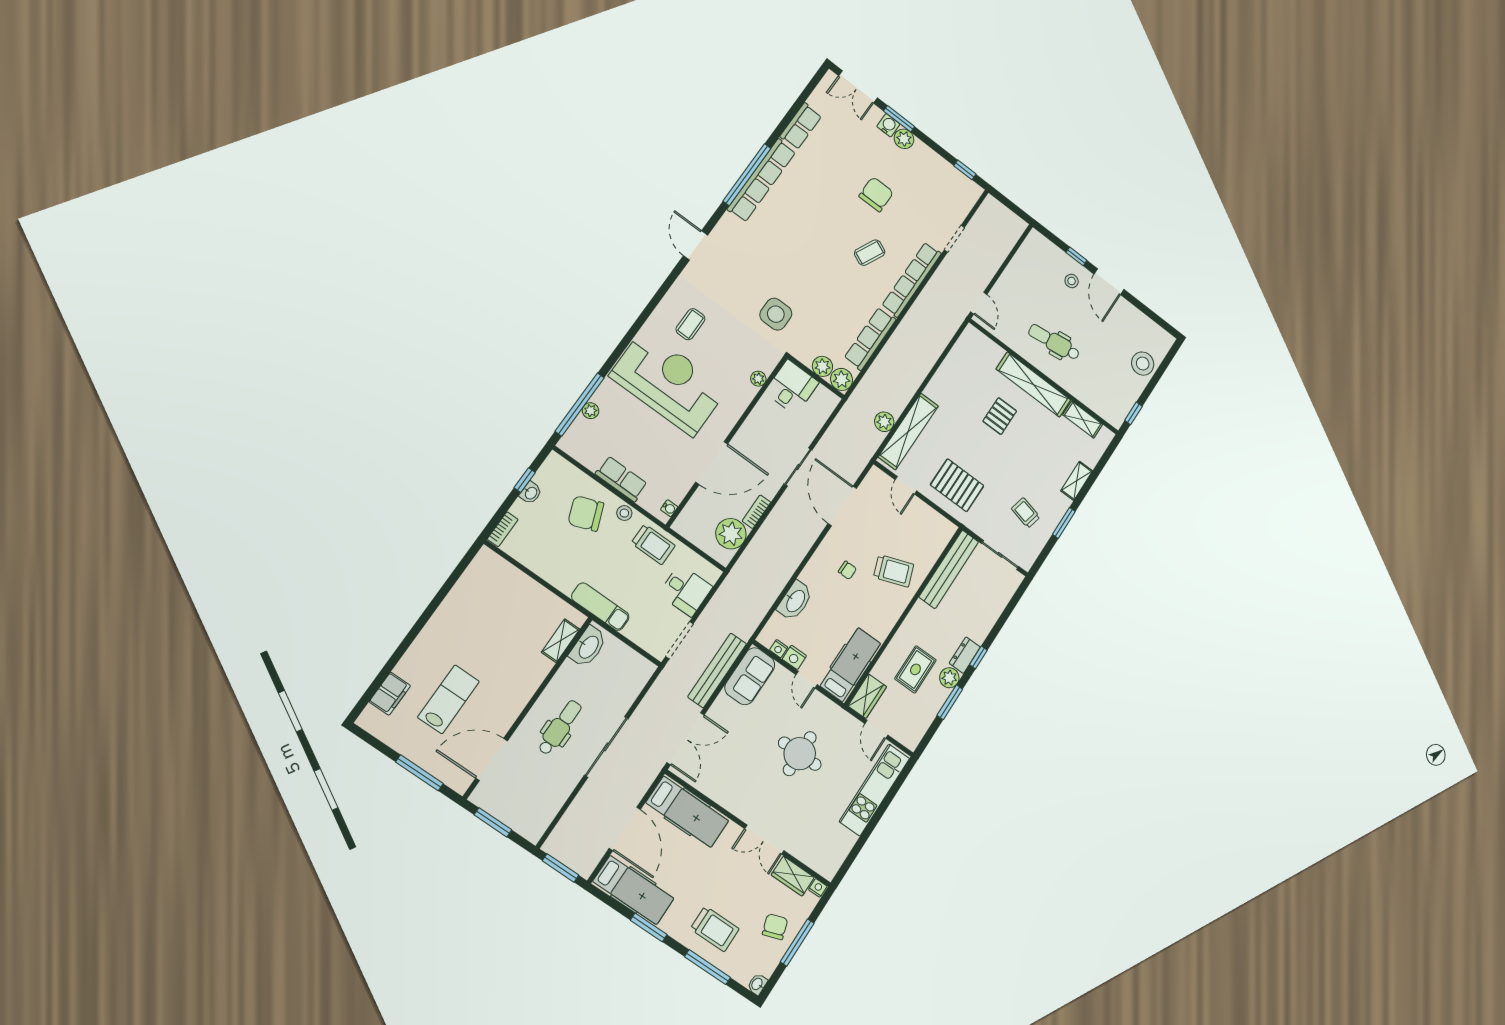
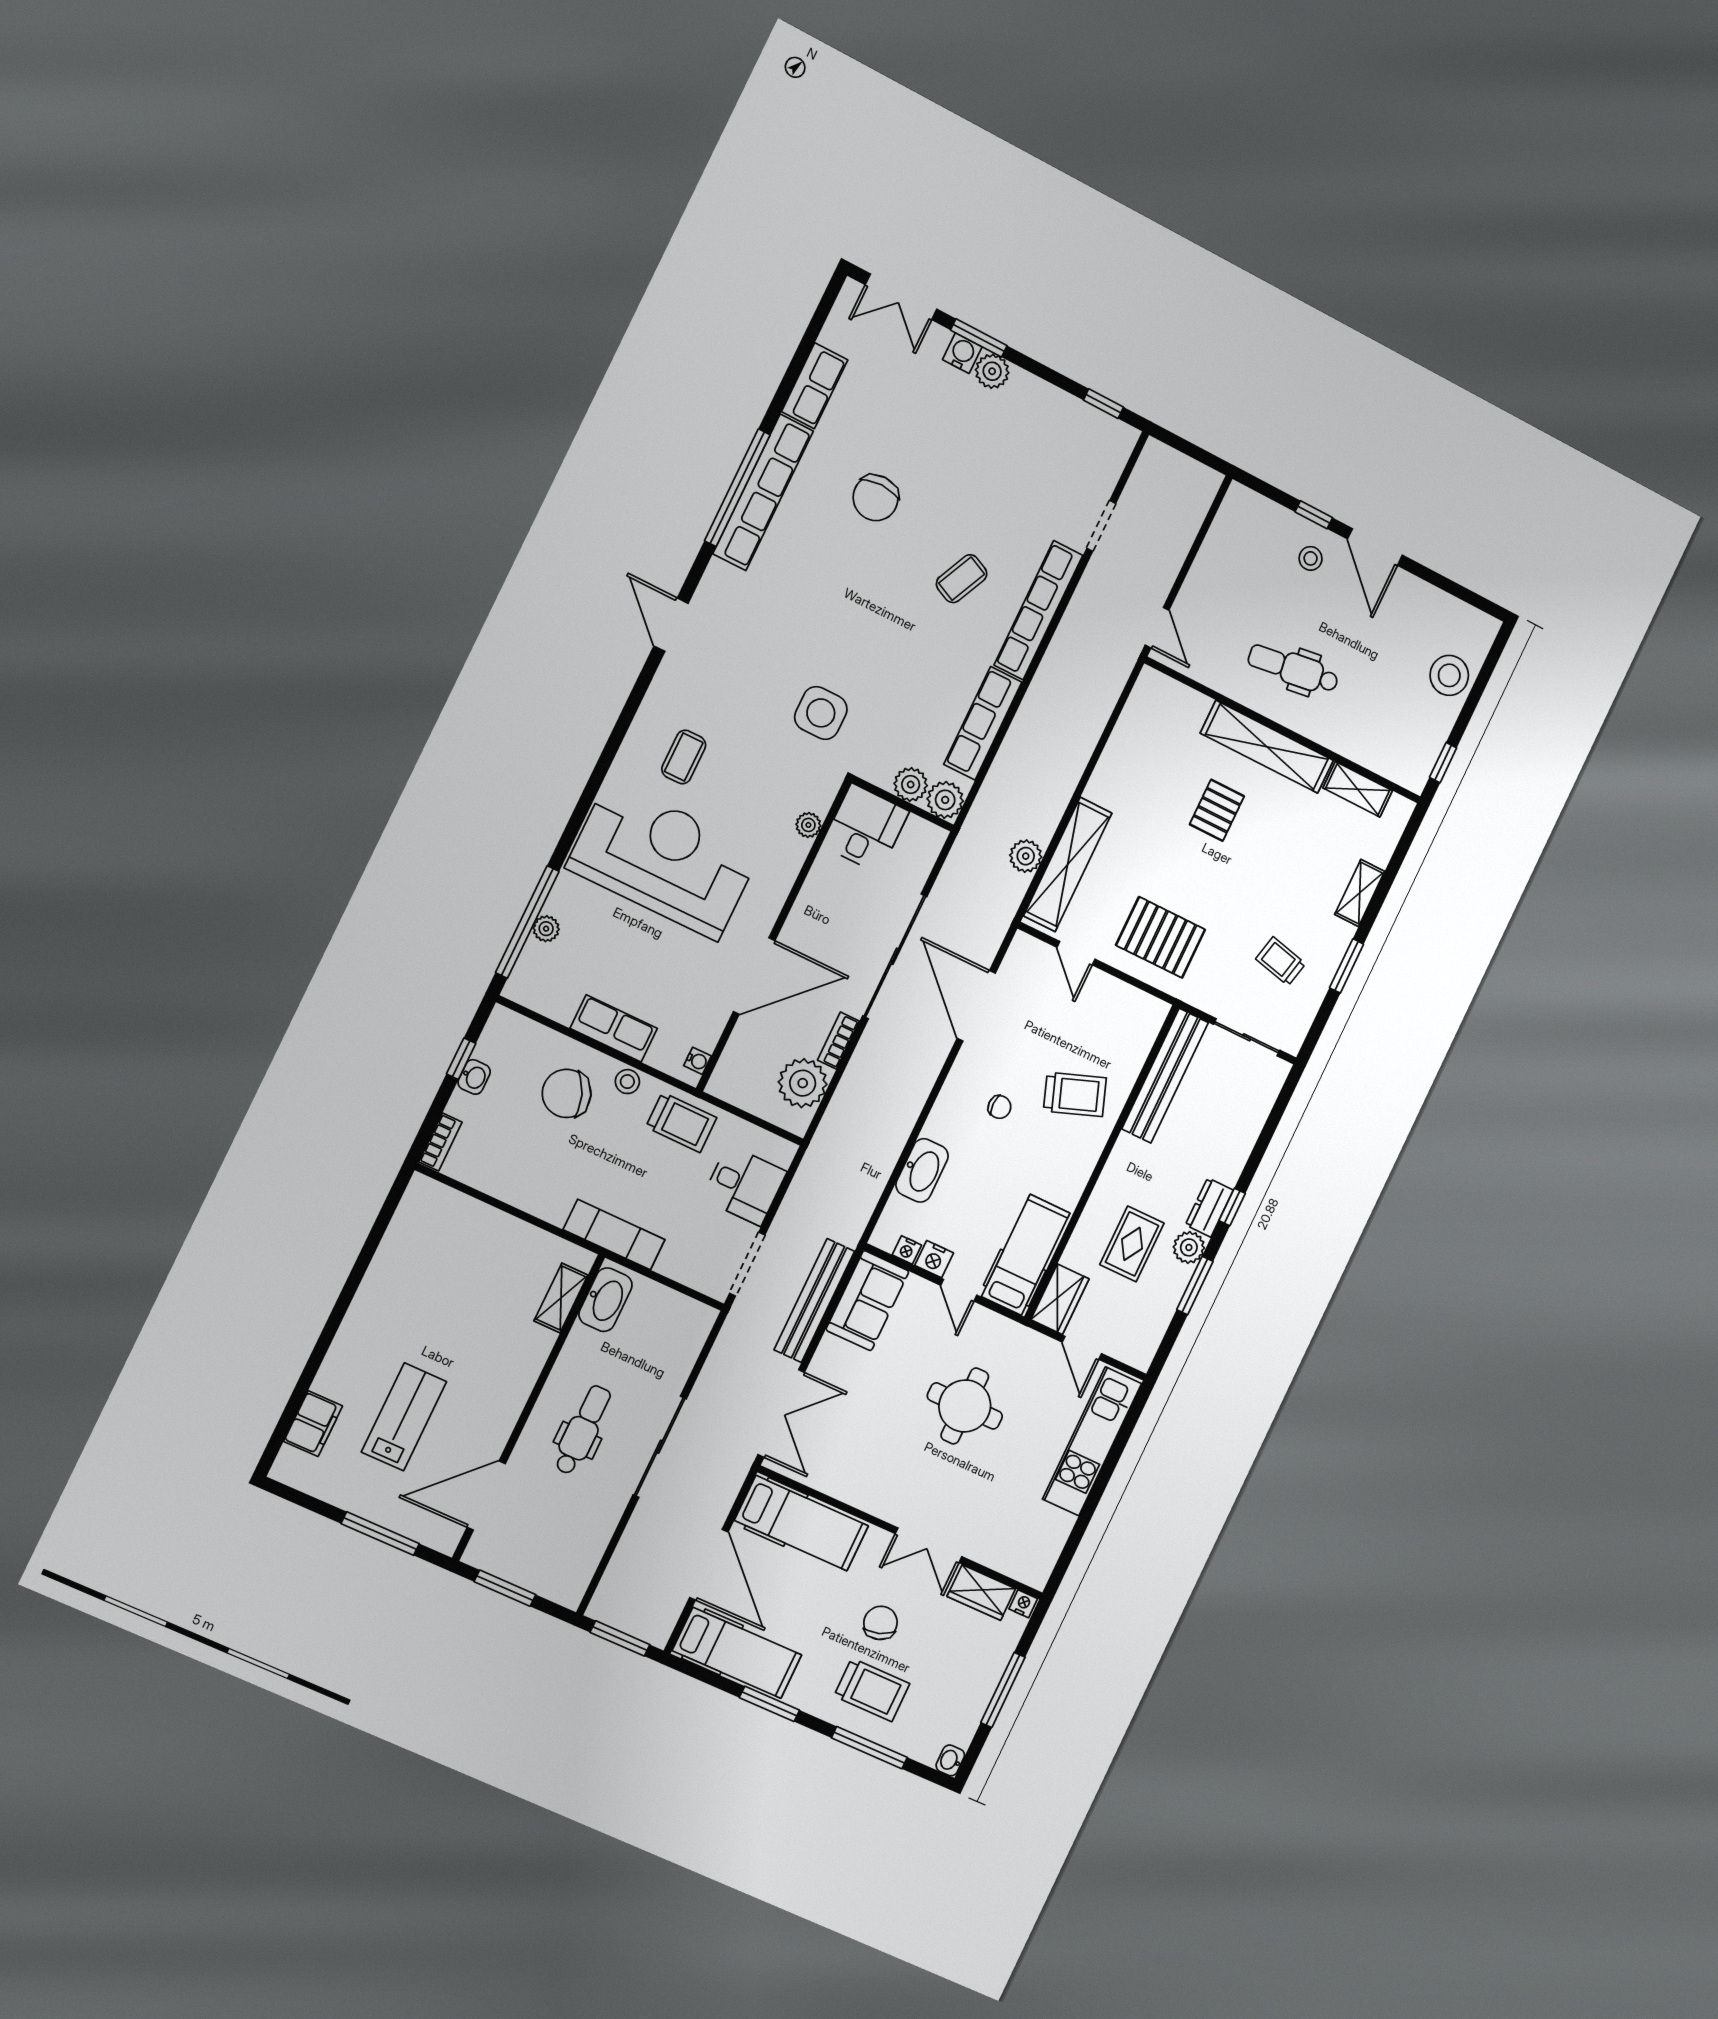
chair: (876, 194) -> (876, 498), moved, turned 180
sliding door: (798, 467) -> (895, 956), width x1.86
chair: (775, 927) -> (880, 1623), moved

